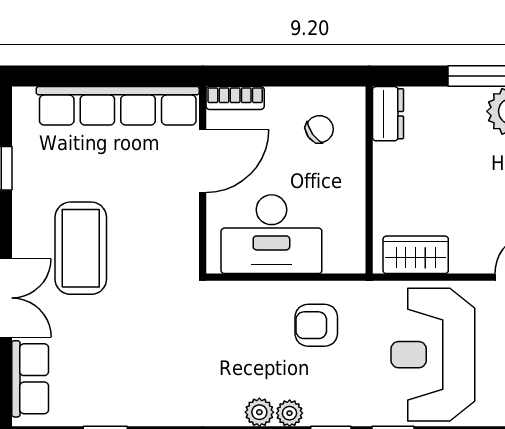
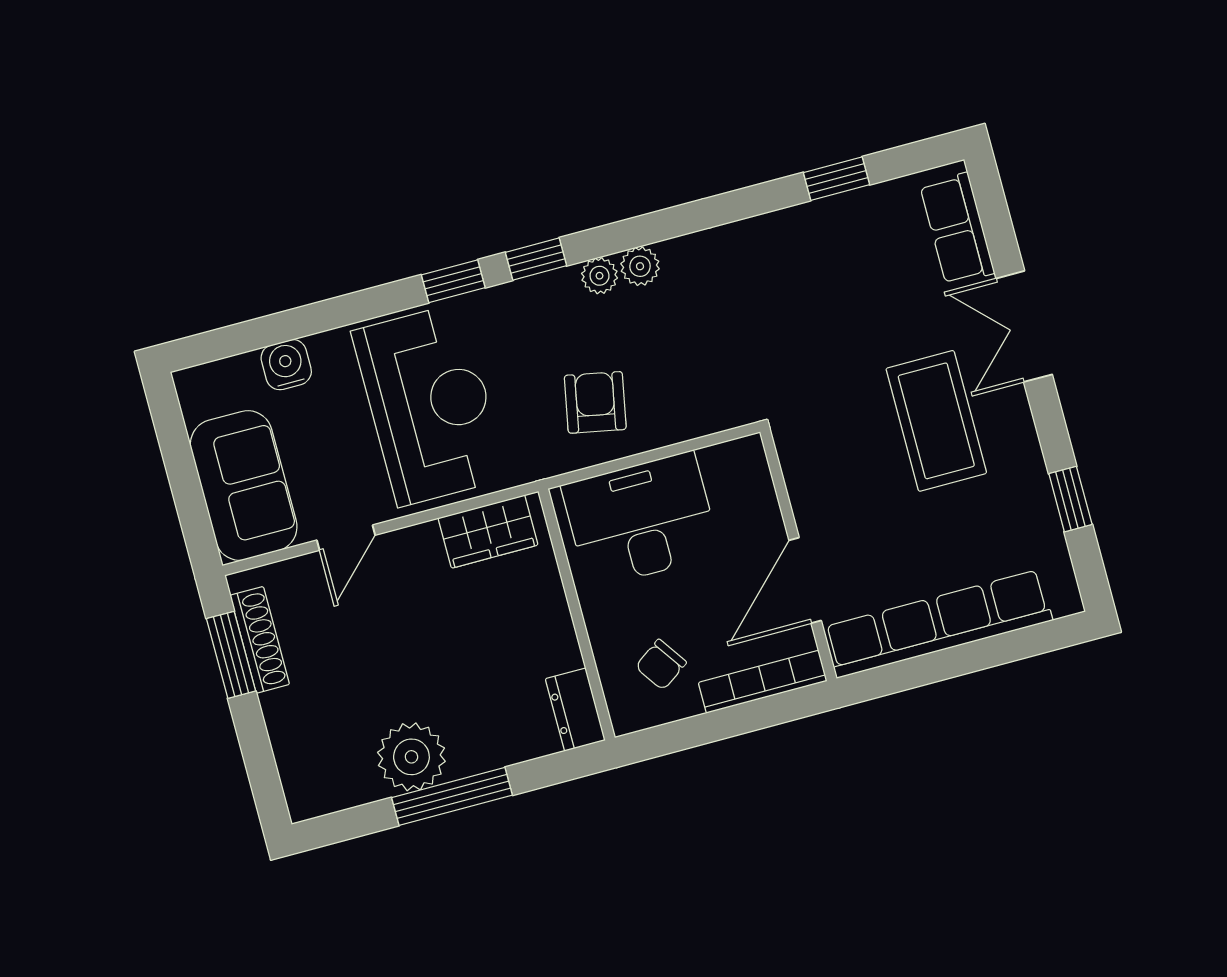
bookcase: (235, 98) -> (763, 682), width x1.56
desk: (271, 234) -> (641, 520), moved
armchair: (316, 325) -> (595, 402), turned -79

